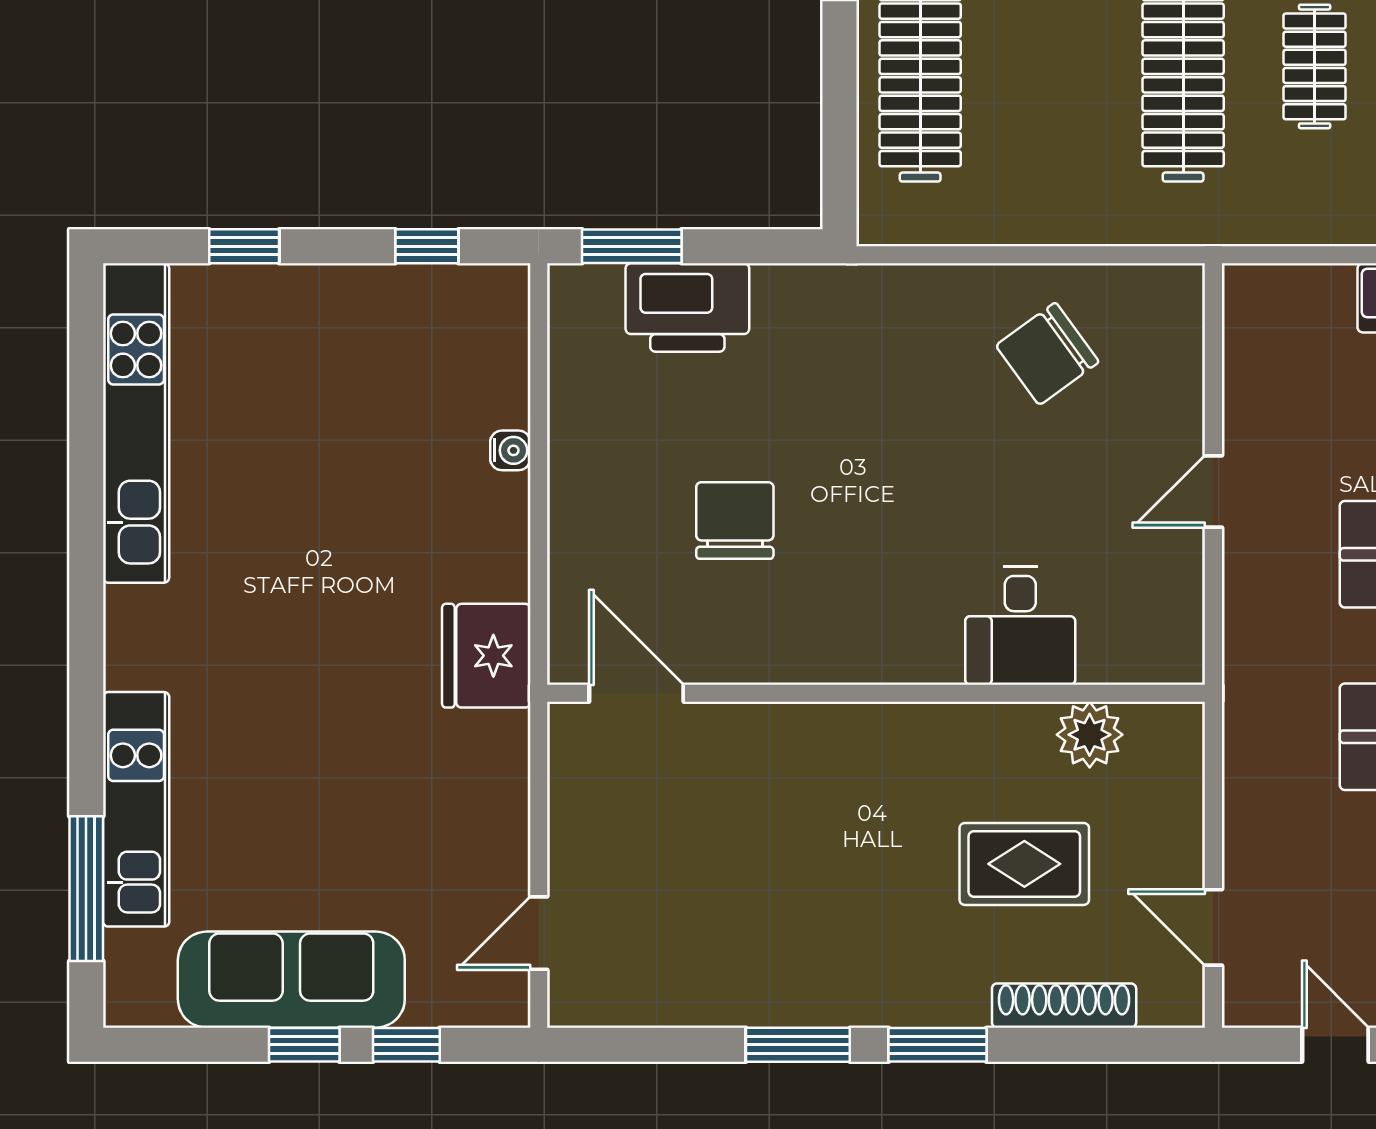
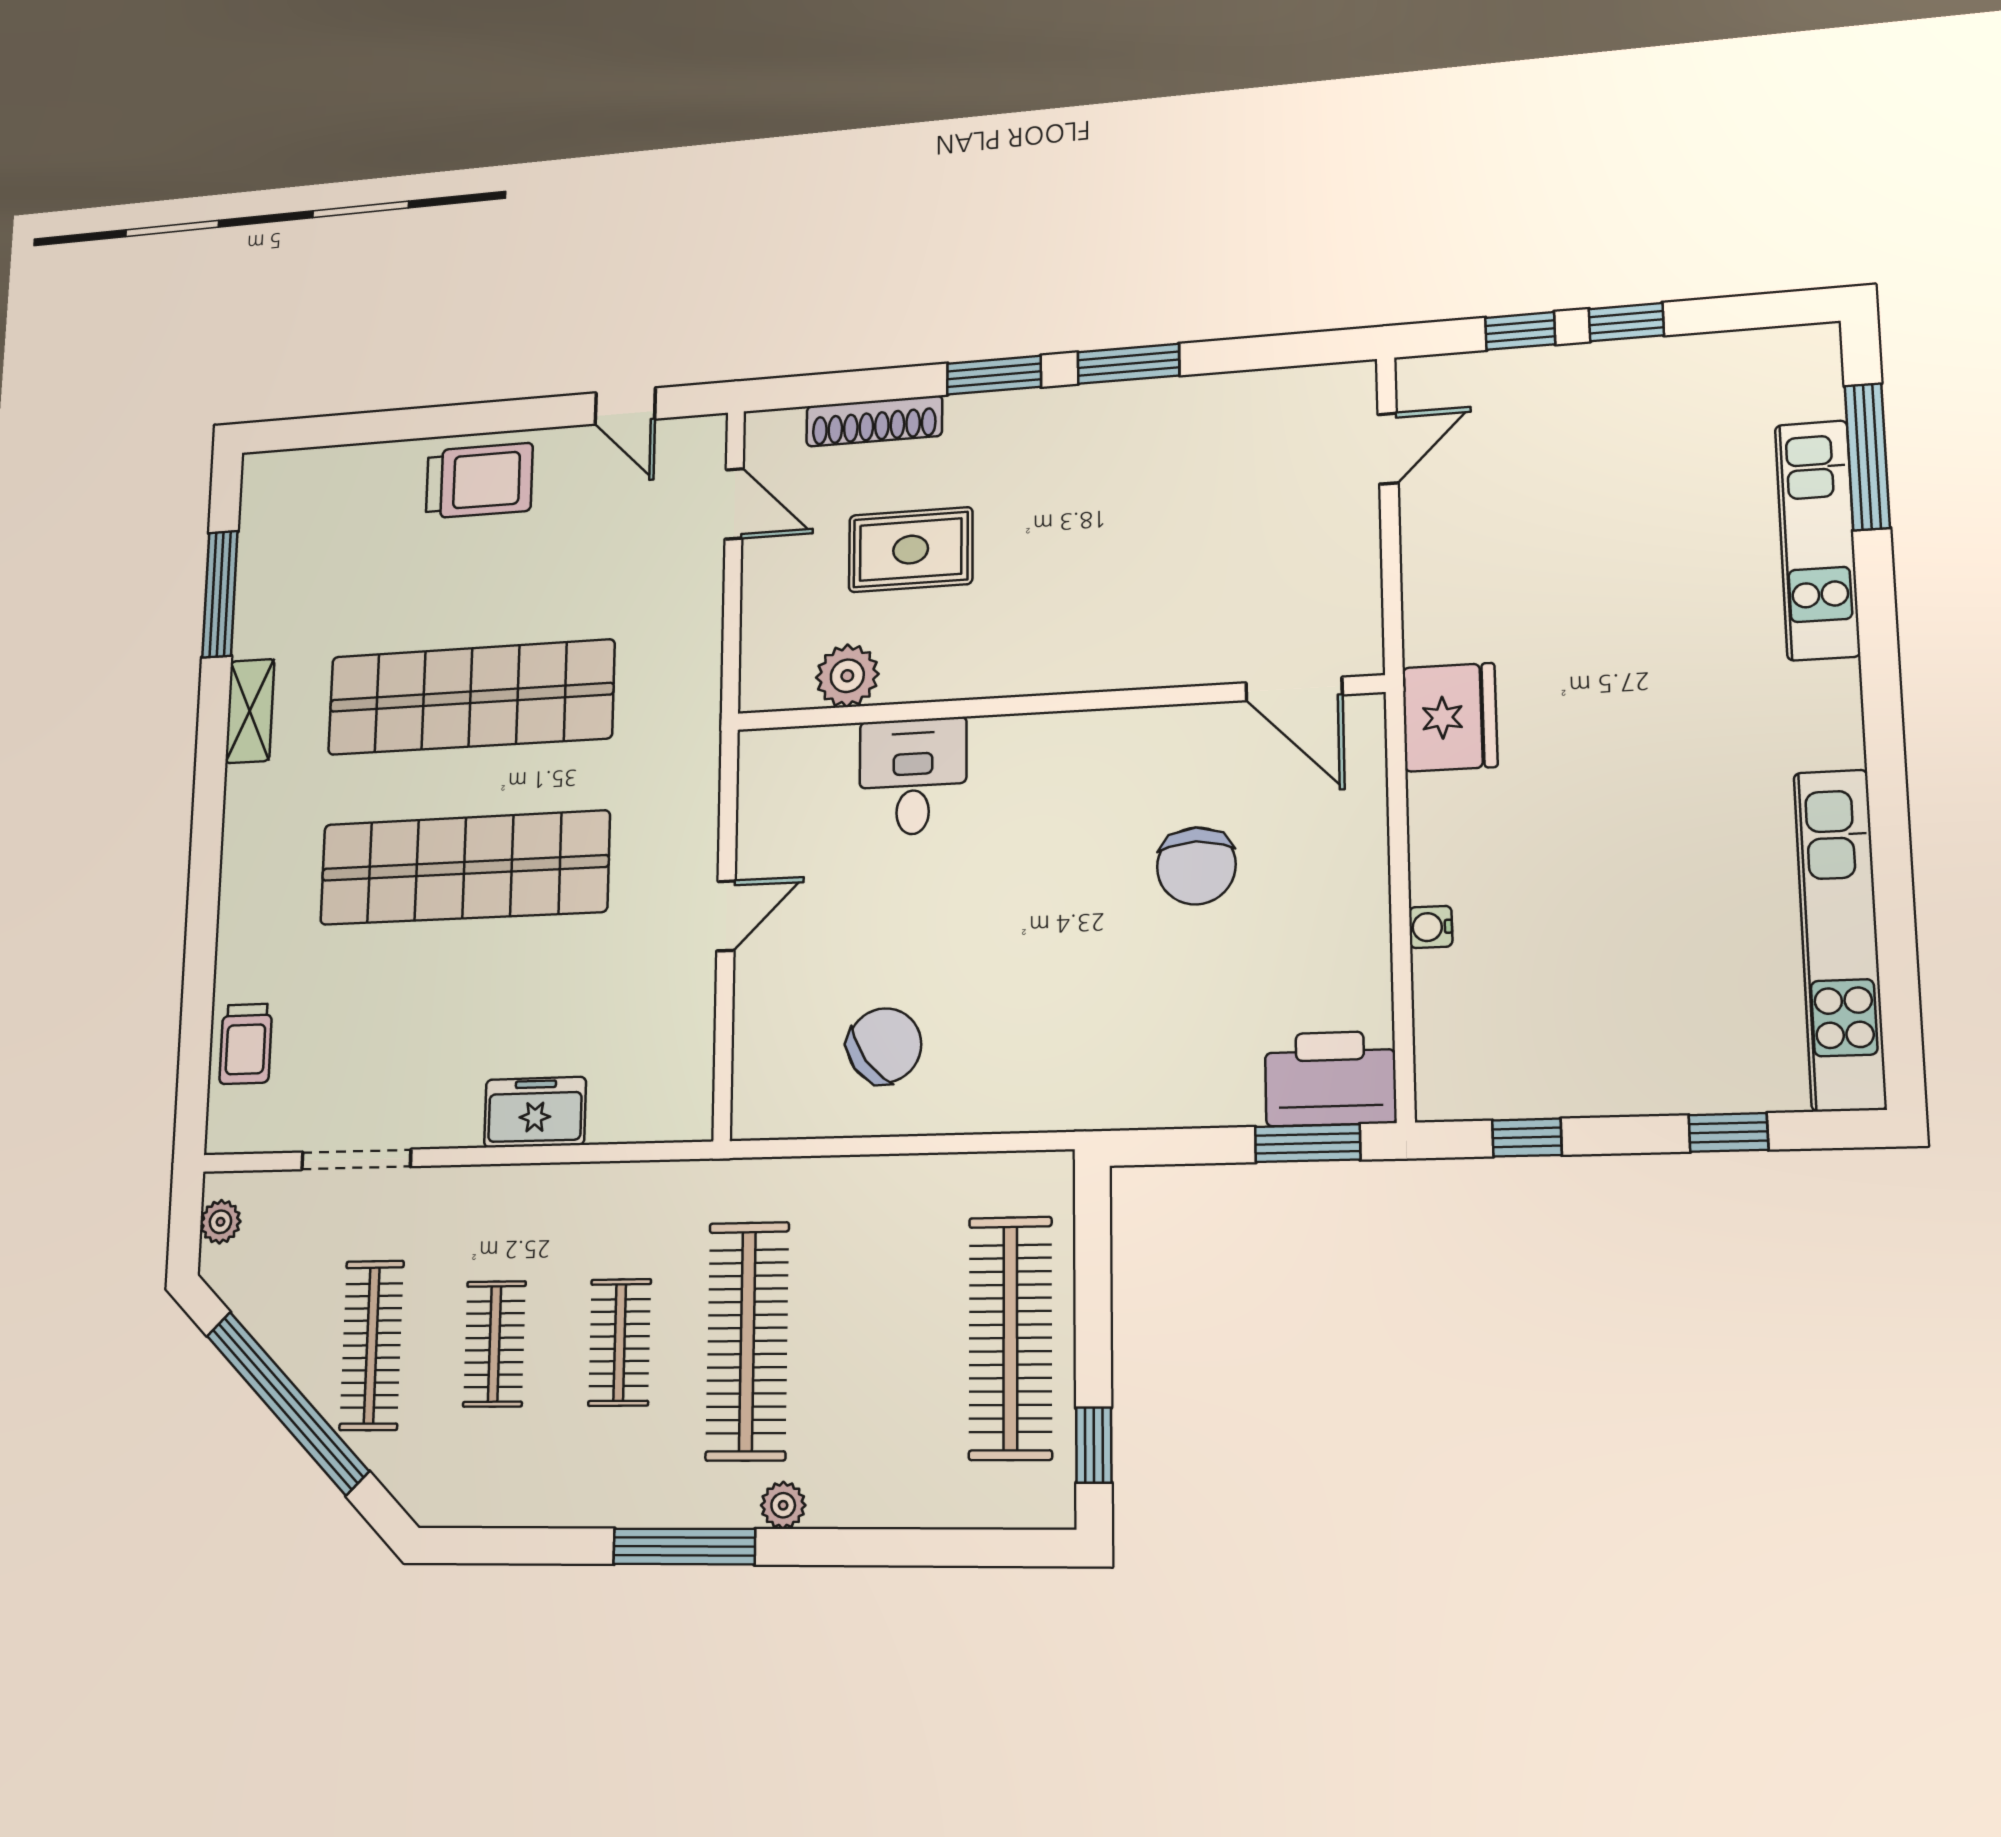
printer: (687, 307) -> (1330, 1079), moved
sofa: (291, 980) -> (1643, 384), removed

